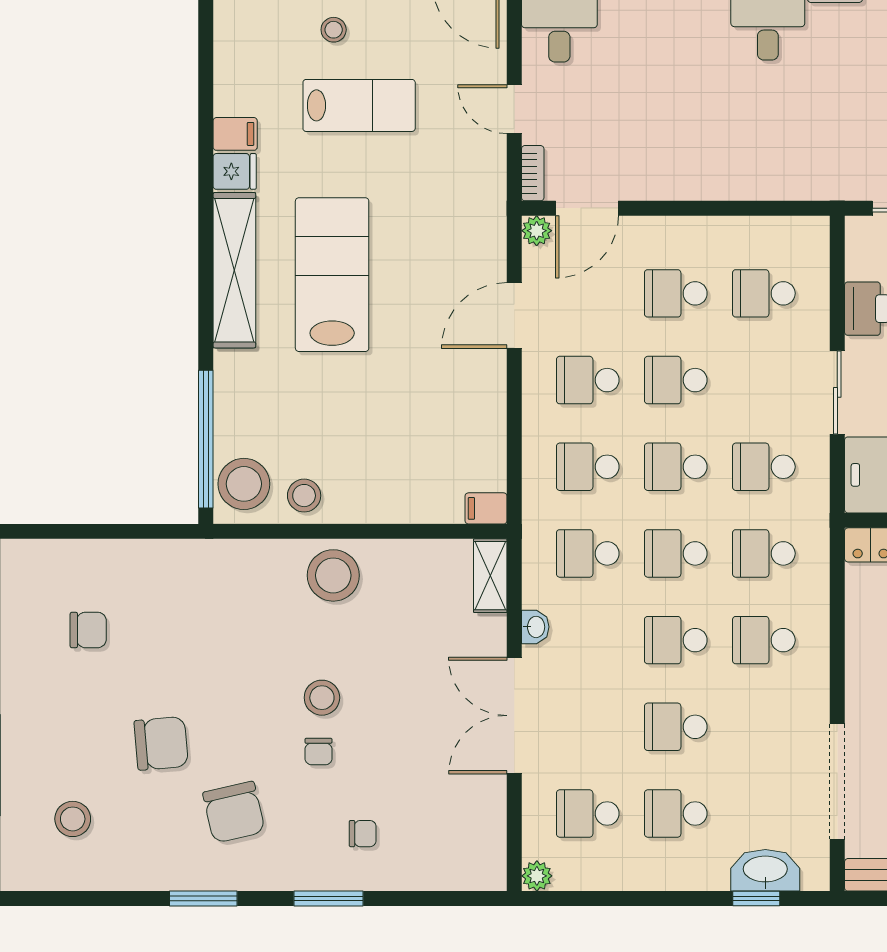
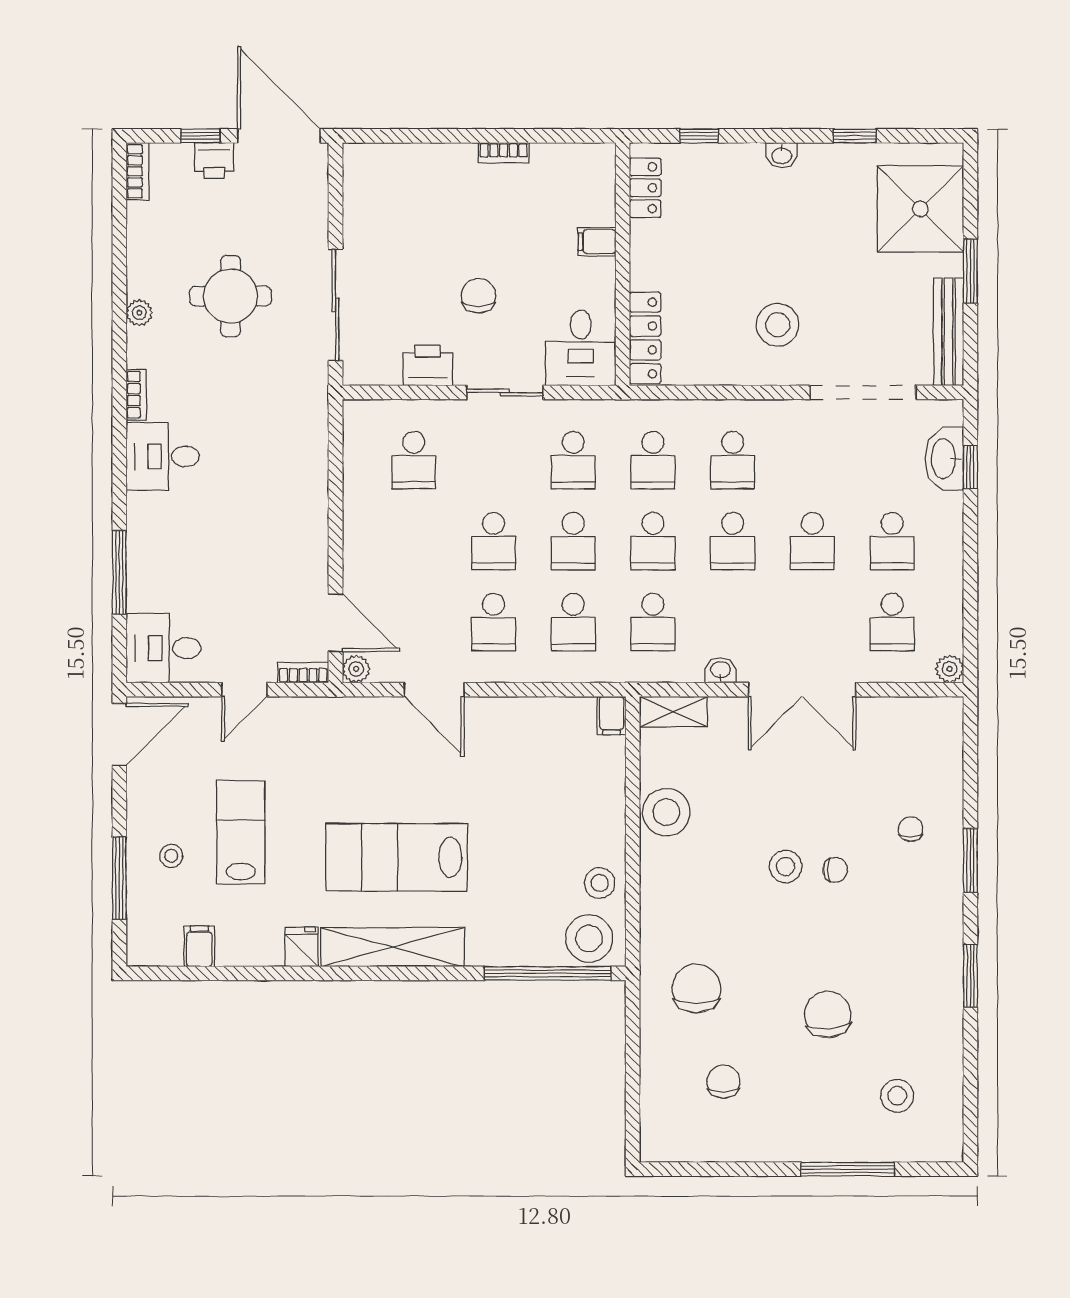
filing cabinet: (235, 134) -> (199, 946), moved
school desk: (676, 293) -> (414, 541), removed
stool: (333, 575) -> (666, 812), moved
chair: (234, 812) -> (696, 988), moved, turned -77

